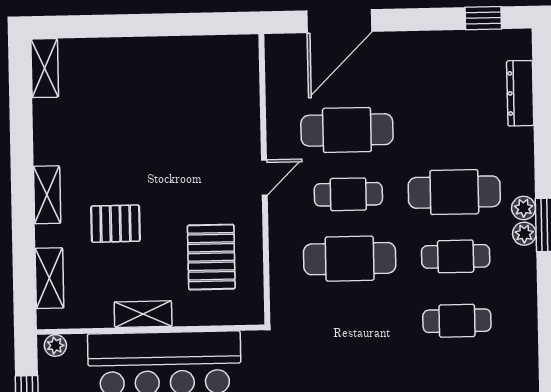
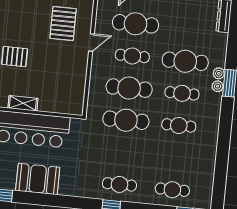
pallet: (211, 257) -> (63, 23), moved
cafe table: (351, 323) -> (126, 120), added

